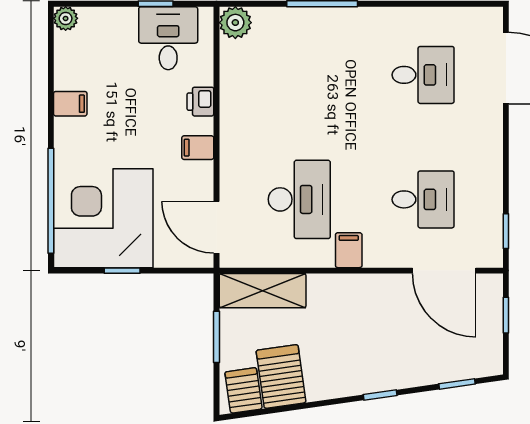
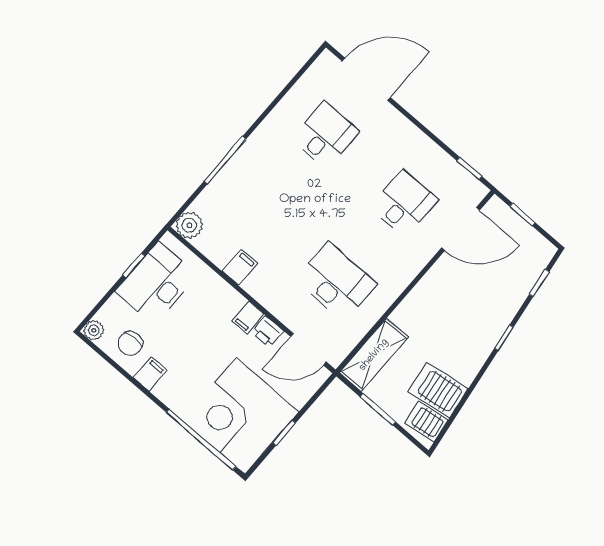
desk: (168, 38) -> (156, 283), width x1.37
chair: (82, 62) -> (130, 344), added
printer: (200, 102) -> (267, 332), moved
filing cabinet: (349, 250) -> (240, 267), moved, turned 90

